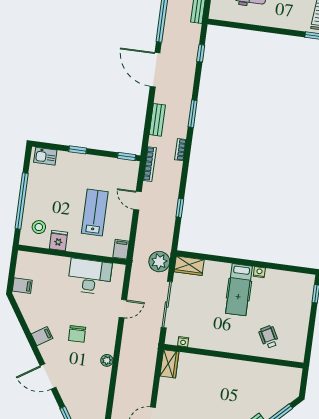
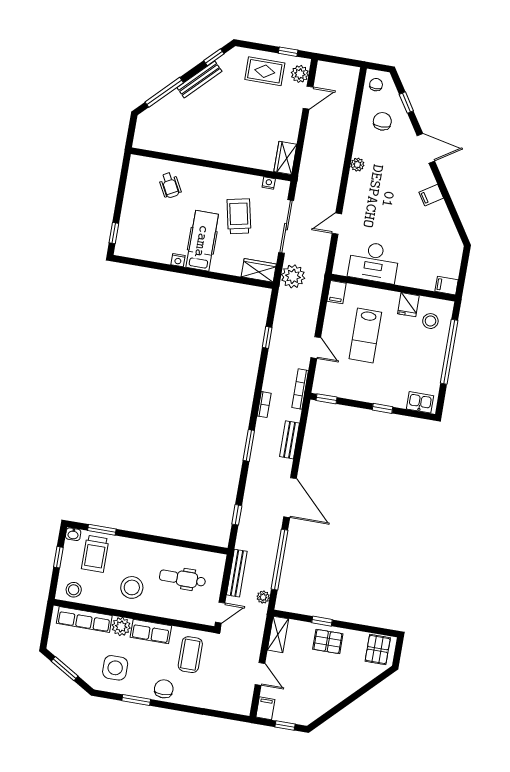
filing cabinet: (22, 286) -> (447, 286), moved
trolley: (208, 312) -> (239, 216), added
chair: (77, 334) -> (382, 121), moved

